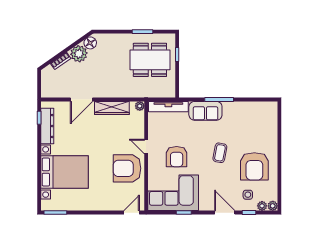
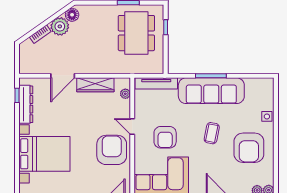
dining table: (150, 60) -> (136, 33), turned 90
plant: (140, 106) -> (125, 94), moved
sofa: (205, 111) -> (211, 91), width x1.85, depth x1.27
armchair: (127, 168) -> (112, 150), turned 90
side table: (248, 195) -> (267, 116), moved

